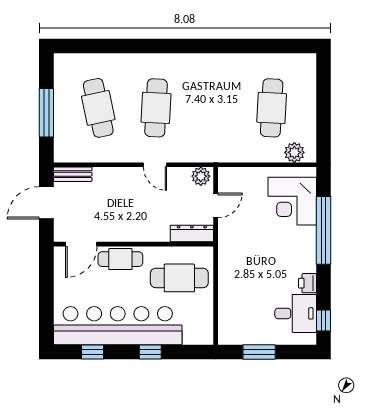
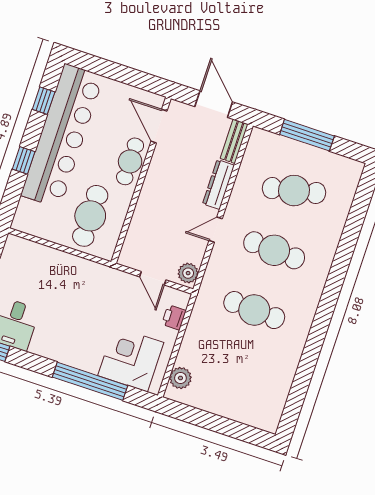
cafe table: (272, 108) -> (254, 310), moved
dresser: (192, 233) -> (219, 185), moved, turned 180
printer: (307, 283) -> (174, 317), moved, turned -90

